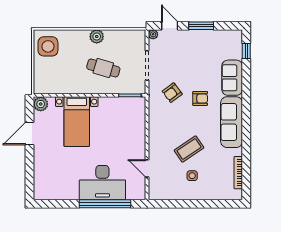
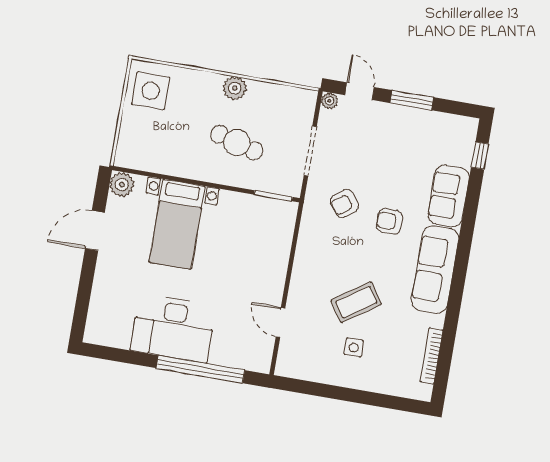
armchair: (200, 98) -> (389, 221), turned 180
desk: (102, 183) -> (173, 328), moved

